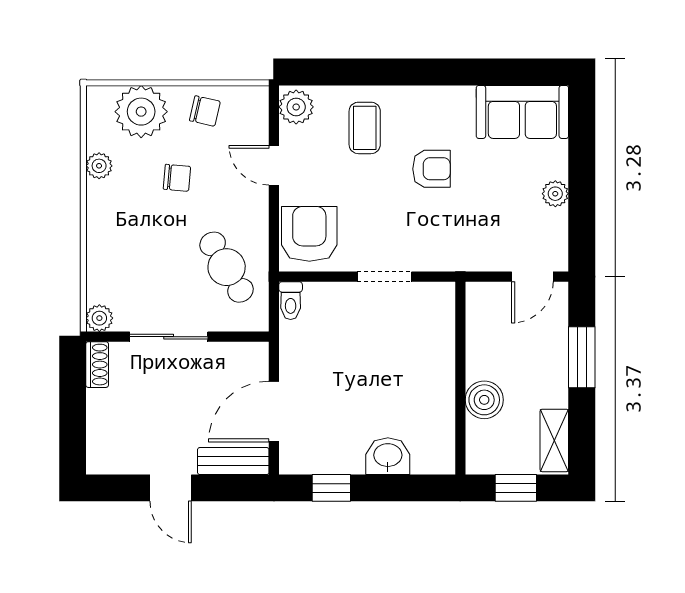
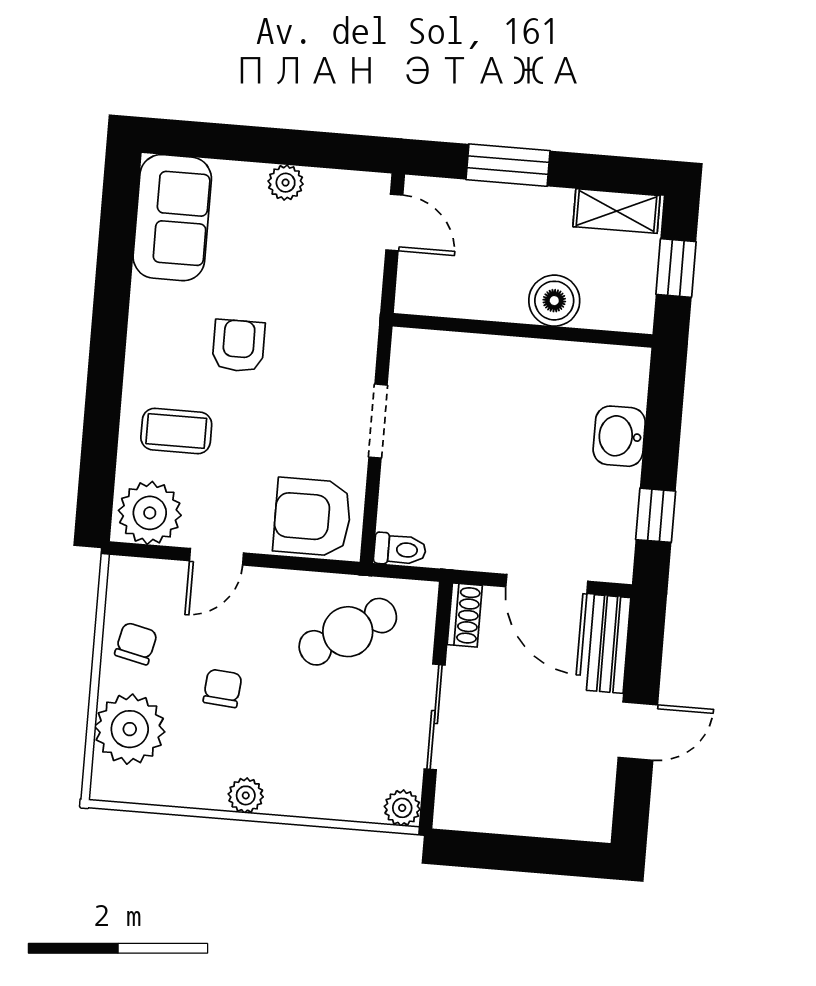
plant: (296, 107) -> (150, 513), width x1.36, depth x1.36
plant: (99, 166) -> (246, 795), moved
shoe rack: (97, 365) -> (465, 615), moved, turned 90

